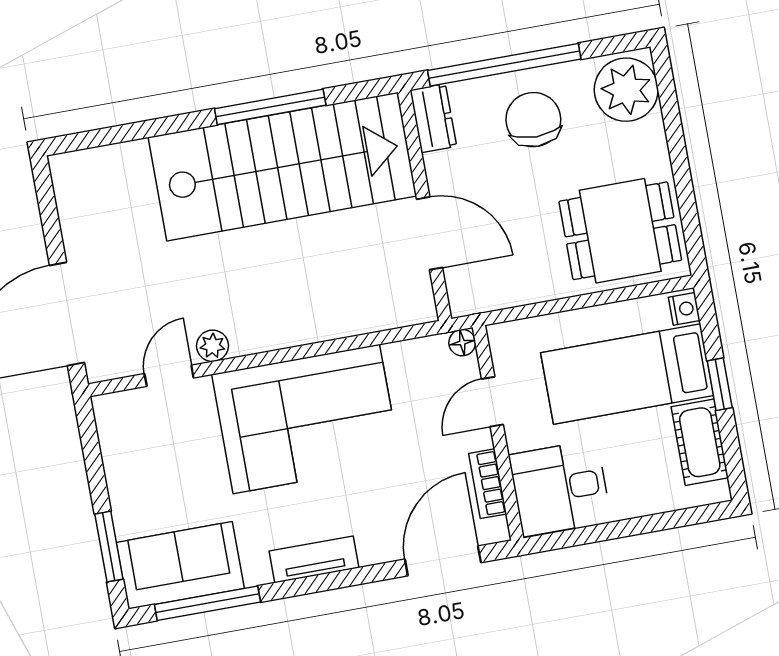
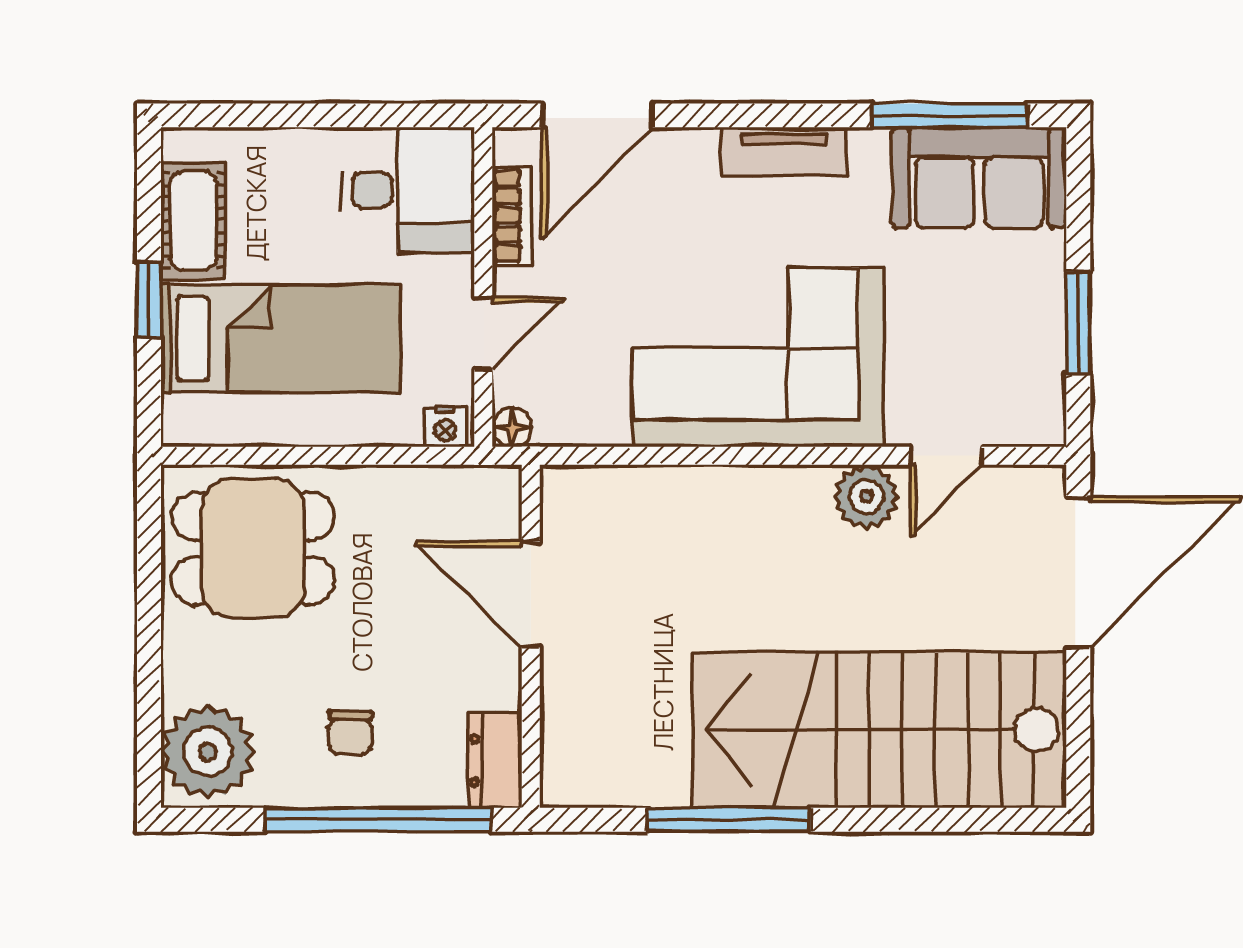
chair: (533, 120) -> (350, 733), width x0.54, depth x0.54
stairs: (282, 167) -> (879, 730), moved
nightstand: (684, 309) -> (445, 427), moved, turned -90
plant: (213, 346) -> (866, 497), width x1.38, depth x1.38
window: (109, 547) -> (1078, 323), moved

